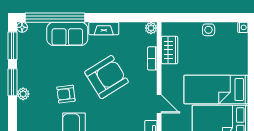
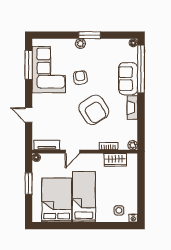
side table: (209, 30) -> (119, 210), moved
window: (12, 46) -> (119, 35), removed

